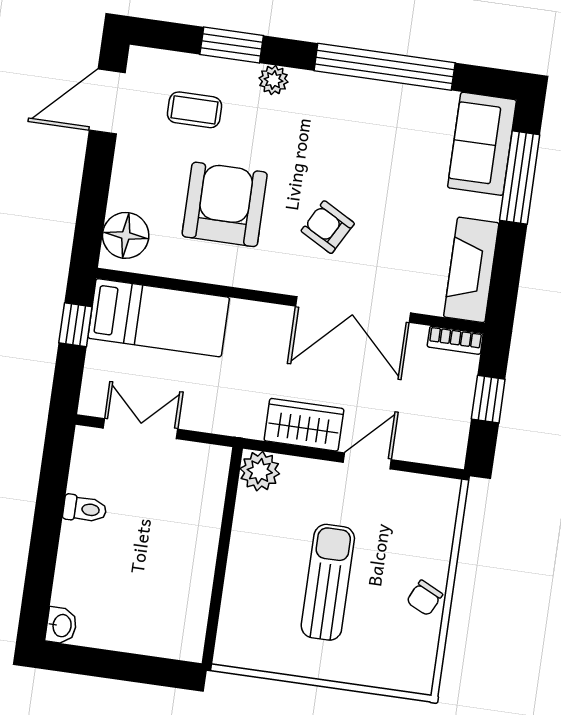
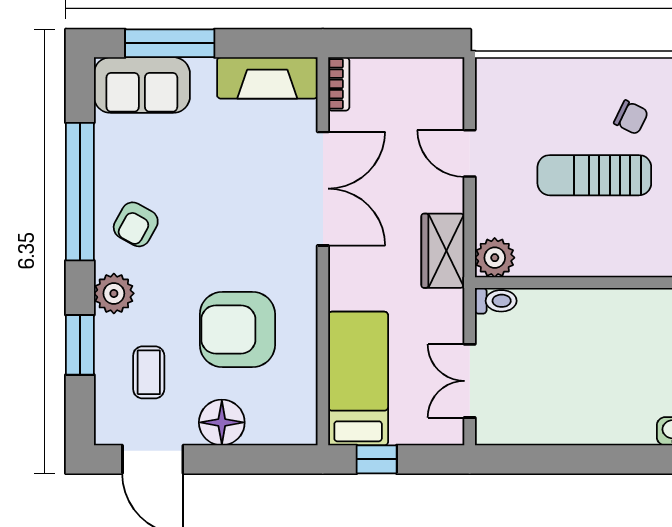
plant: (273, 80) -> (114, 293), width x1.38, depth x1.38
armchair: (328, 227) -> (136, 224), moved
floor lamp: (126, 235) -> (222, 422), moved
window: (488, 399) -> (392, 43), removed
wardrobe: (304, 425) -> (443, 251), moved
toilet: (85, 509) -> (496, 301), moved, turned 90
chair: (425, 598) -> (631, 117), moved

